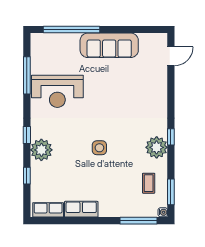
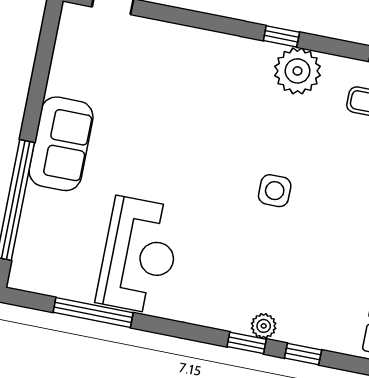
sofa: (109, 45) -> (61, 144), width x0.73
window: (27, 135) -> (247, 343), moved
plant: (41, 150) -> (264, 326), width x0.53, depth x0.53

